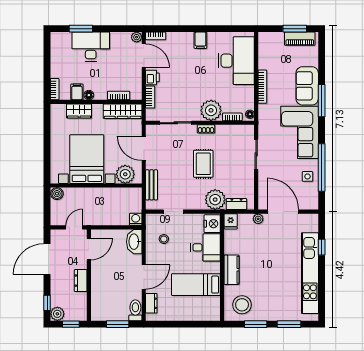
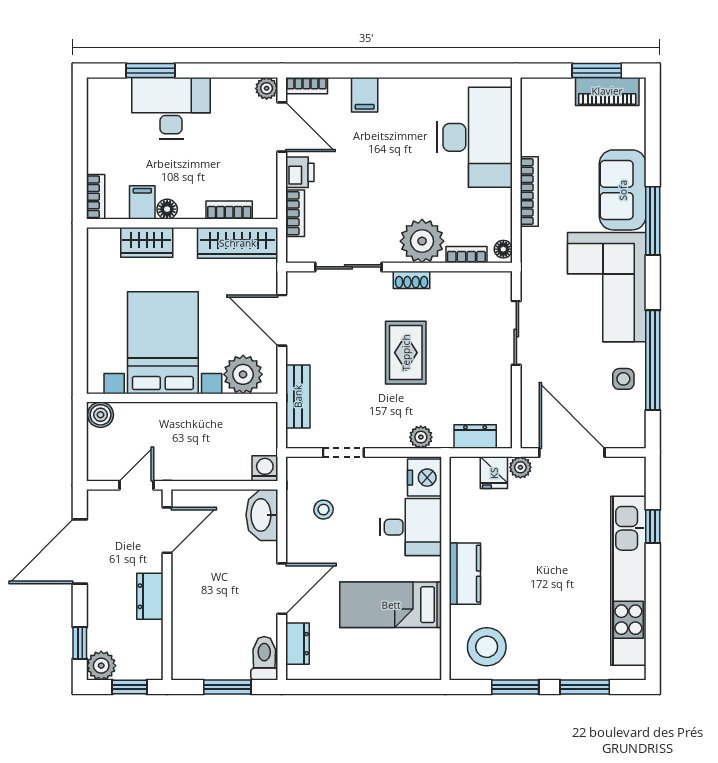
filing cabinet: (200, 40) -> (365, 95), moved
plant: (215, 200) -> (421, 437), width x0.53, depth x0.53
fridge: (231, 221) -> (494, 473), moved

